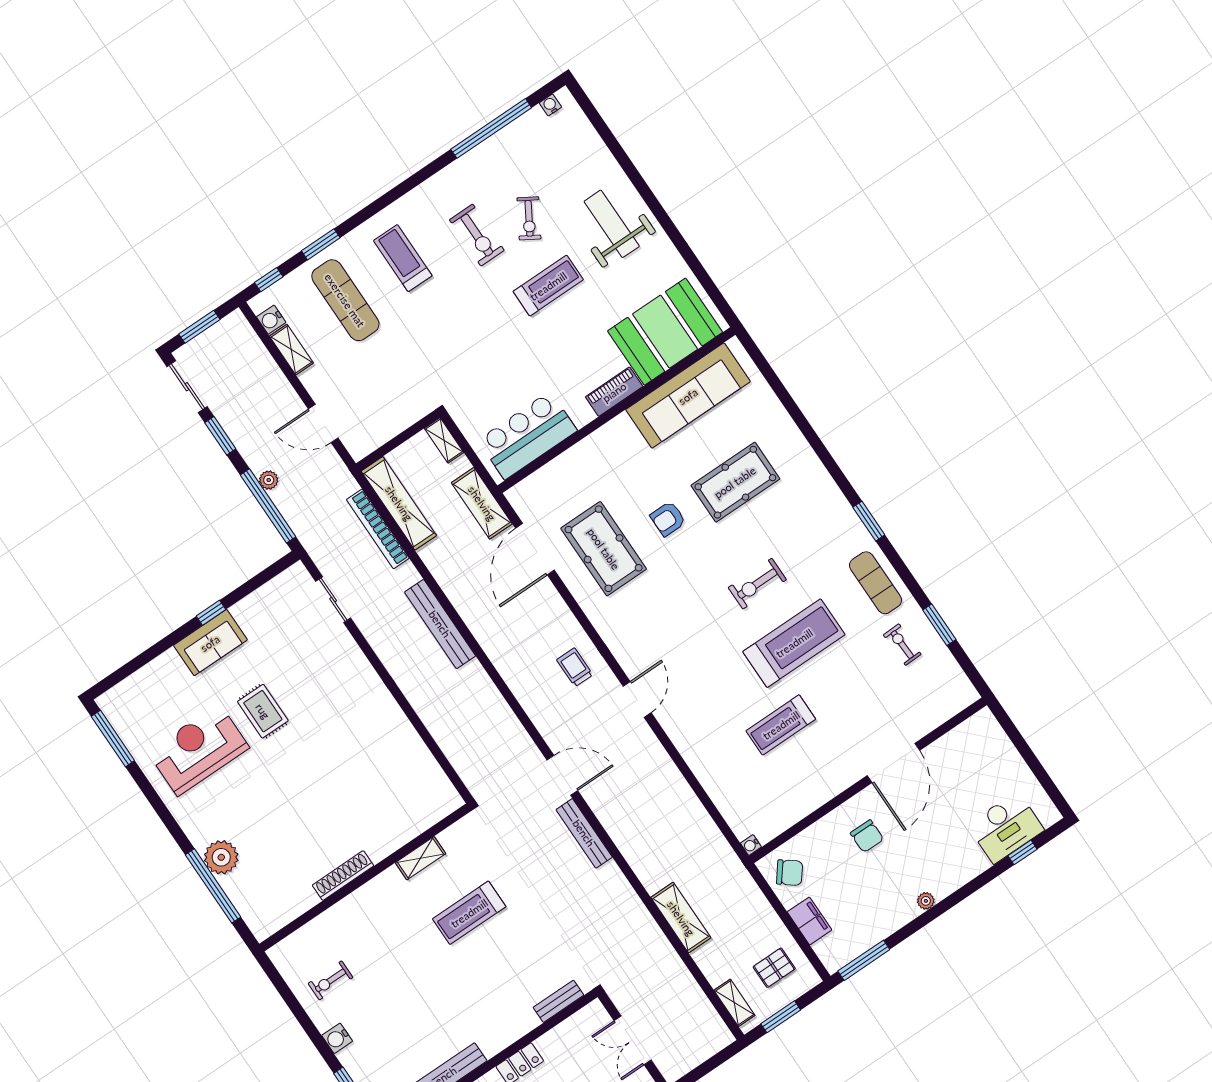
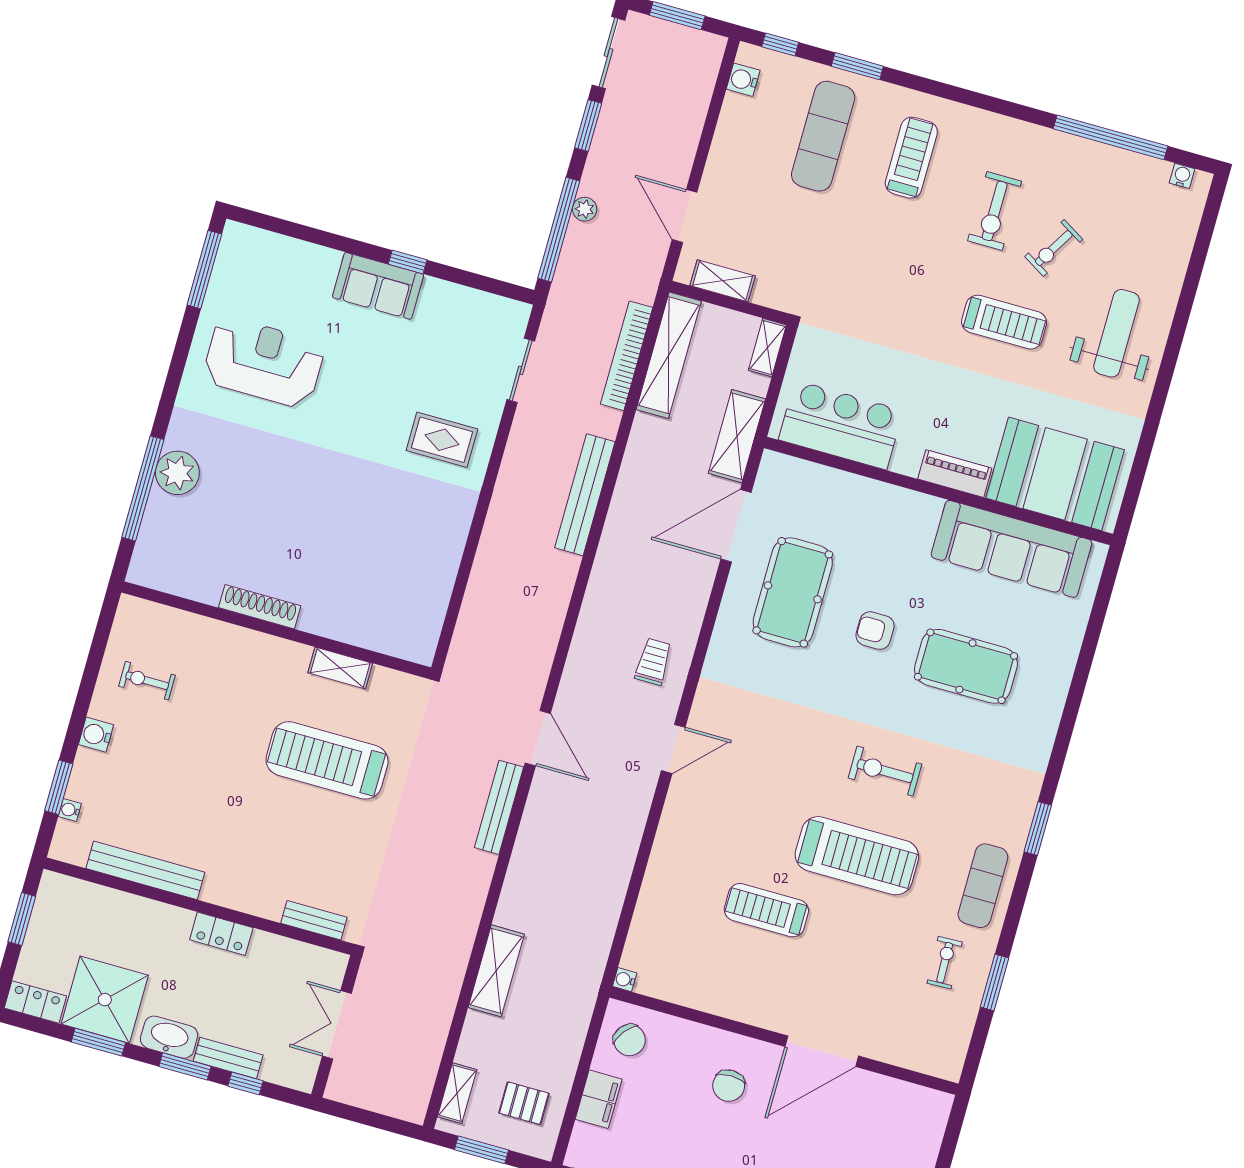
shelving: (291, 350) -> (723, 281), moved, turned 90
rug: (263, 711) -> (442, 440), moved, turned 90
treadmill: (469, 913) -> (327, 760), width x1.37, depth x1.38

